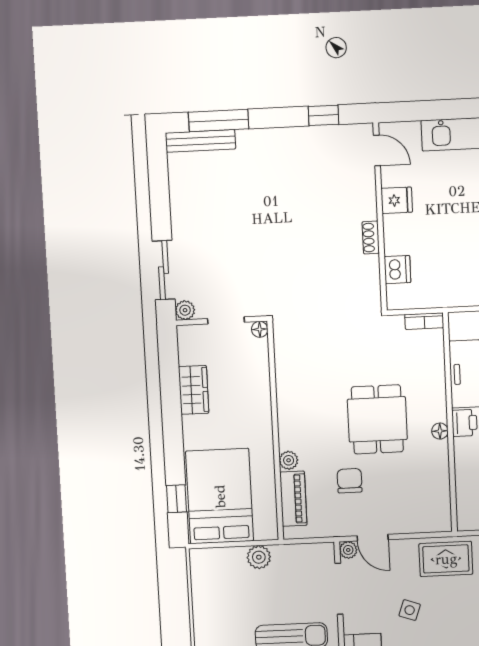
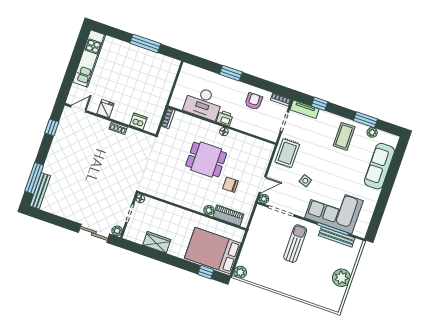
plant: (259, 557) -> (240, 272), moved

